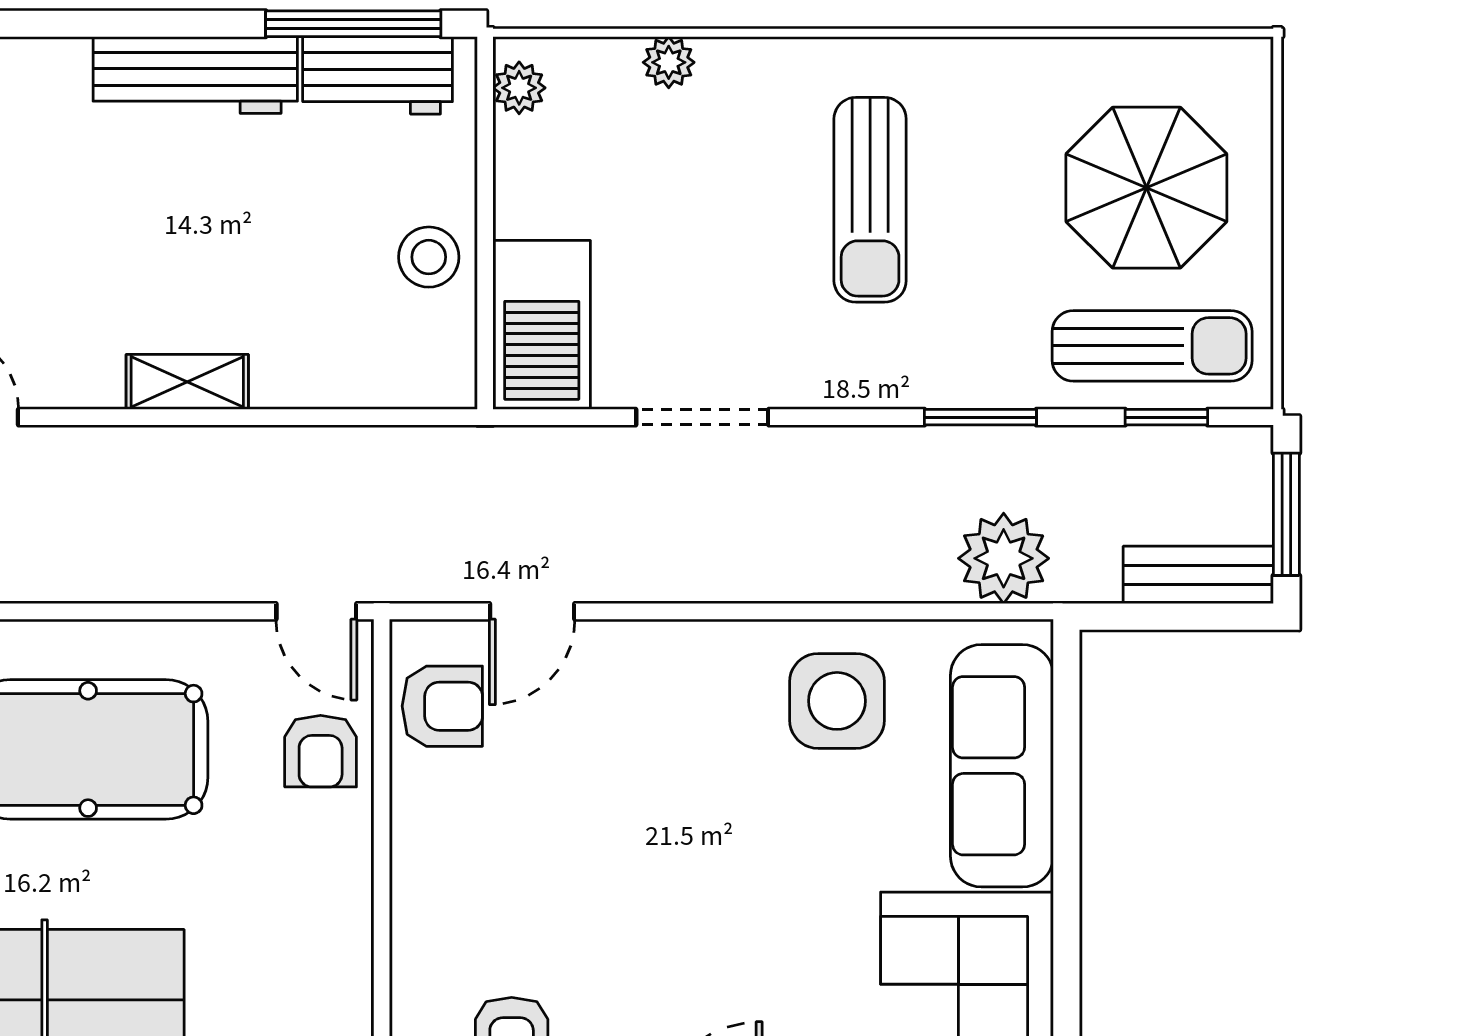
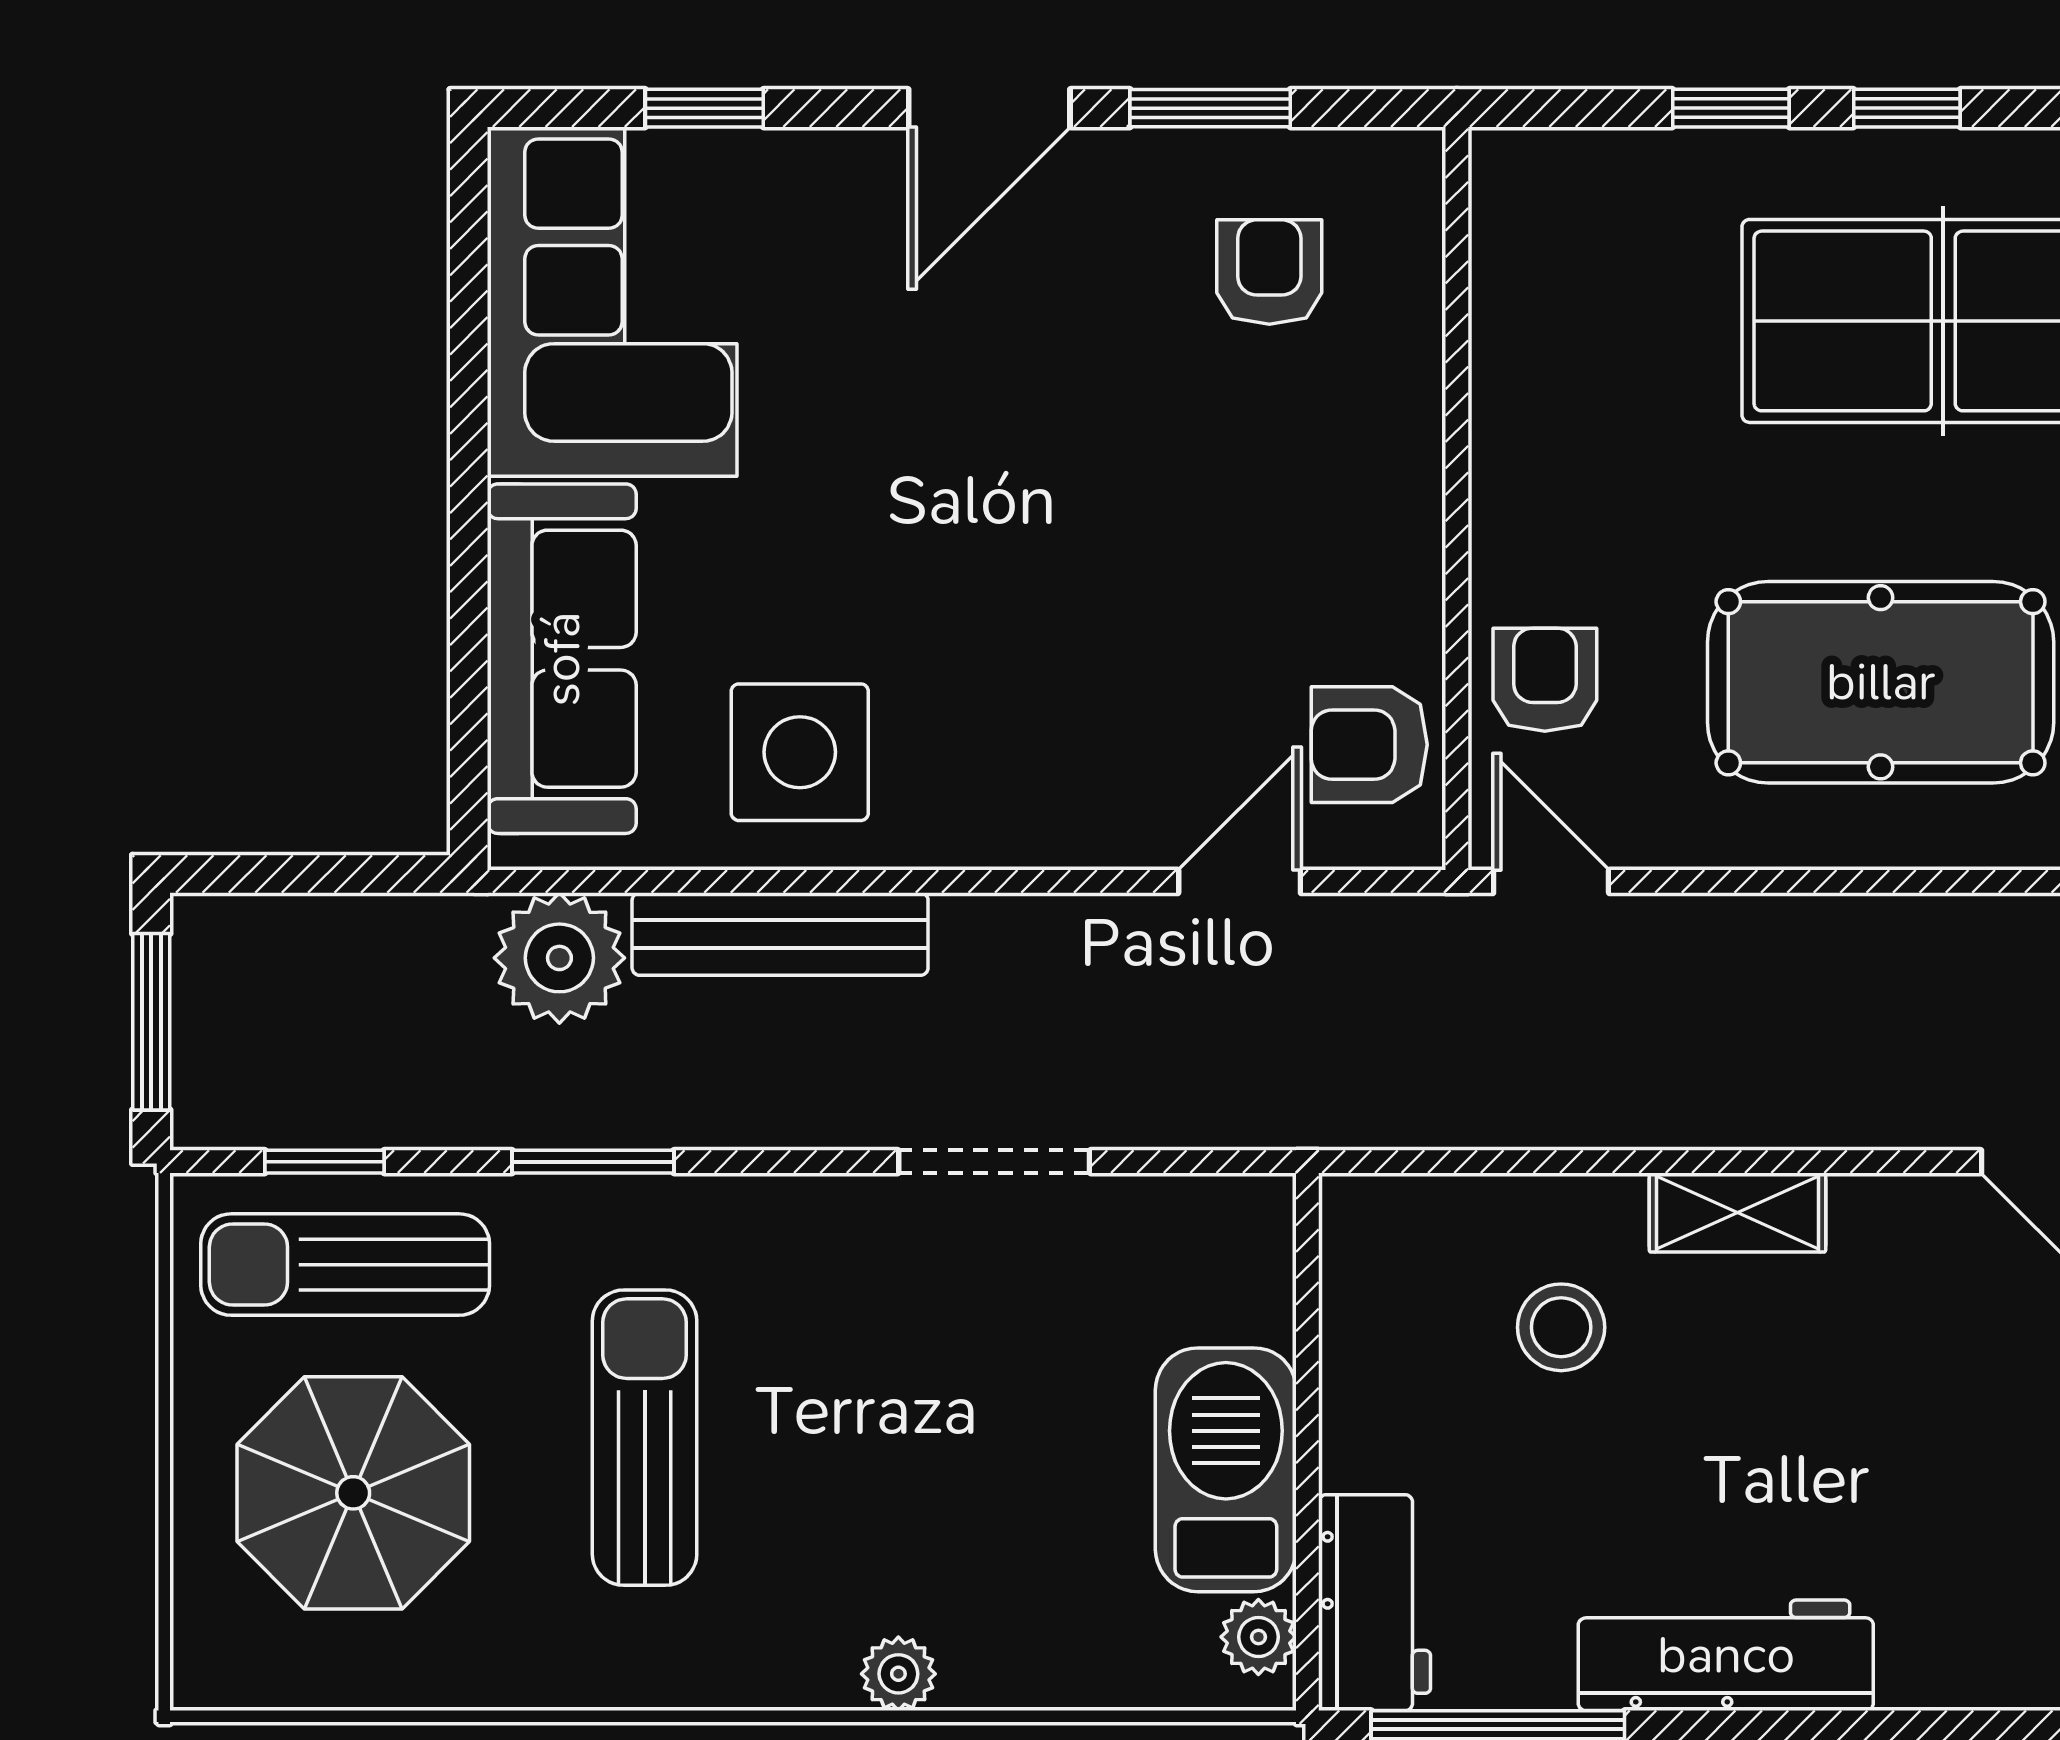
plant: (669, 62) -> (898, 1674), moved
workbench: (378, 75) -> (1374, 1603), moved, turned 90
sun lounger: (870, 200) -> (645, 1438), moved
stool: (429, 257) -> (1561, 1327), moved
barbecue: (542, 325) -> (1226, 1470), moved
bench: (1198, 575) -> (780, 934), moved, width x1.36

